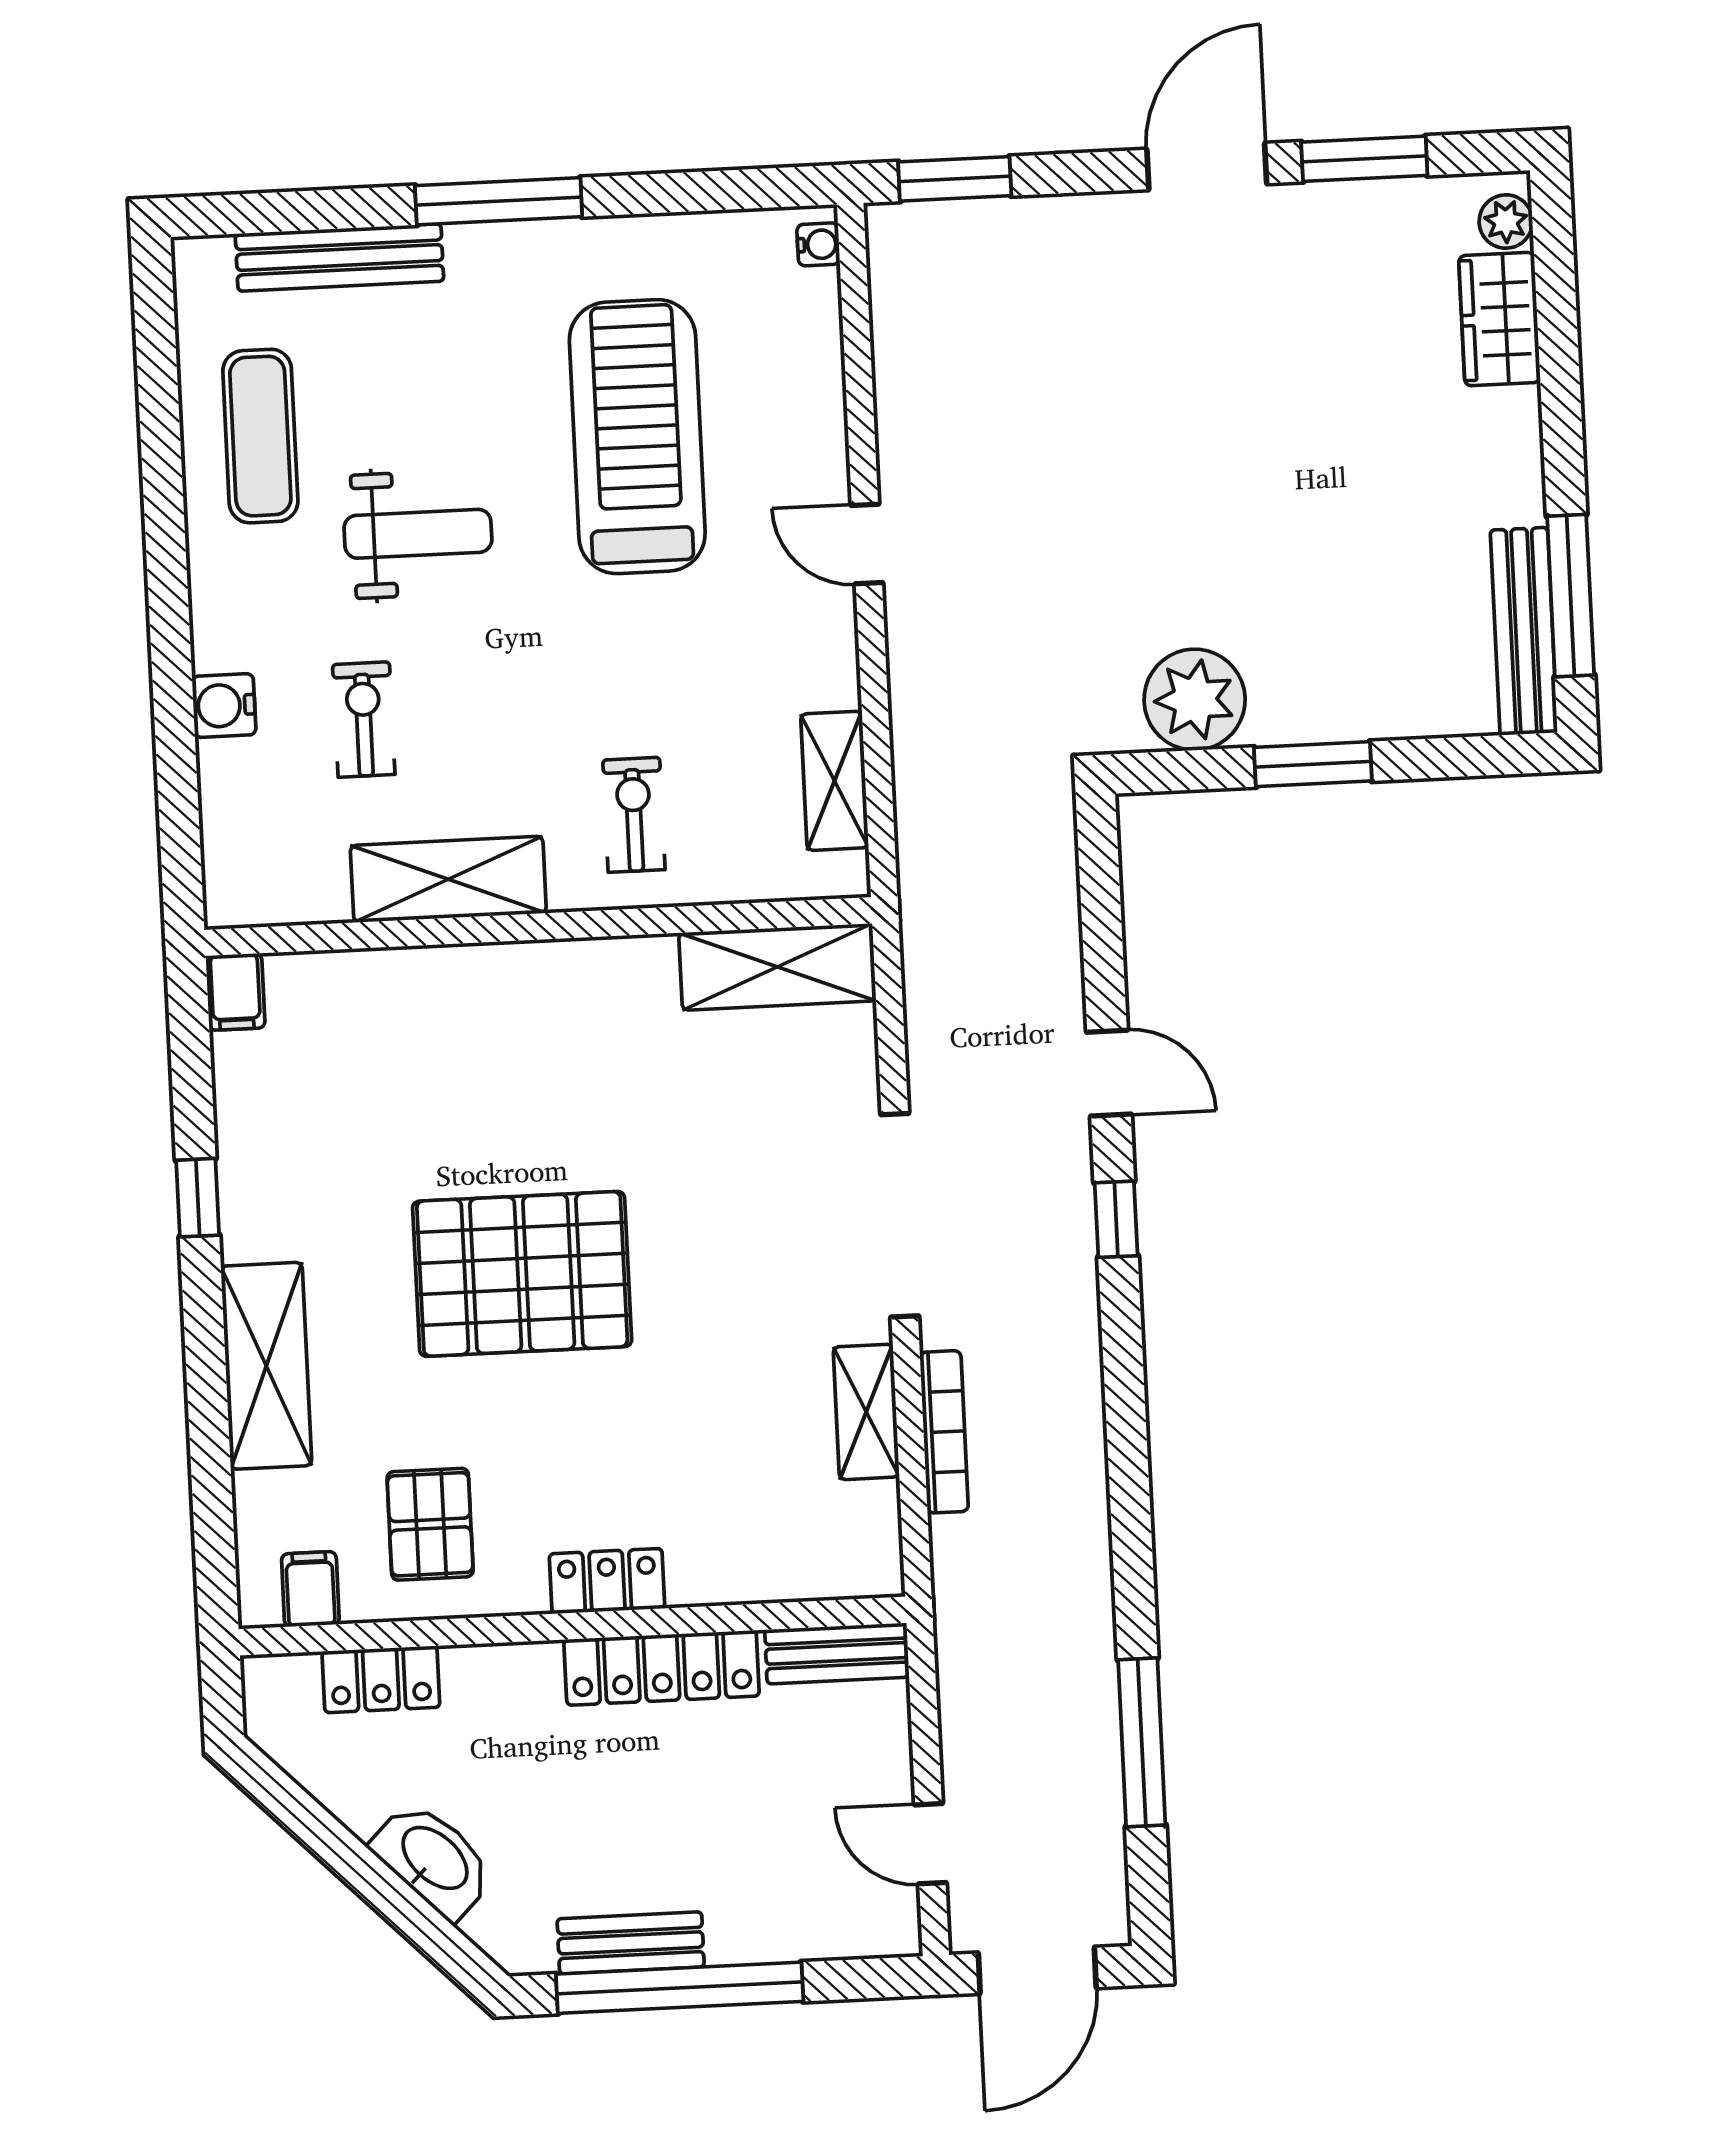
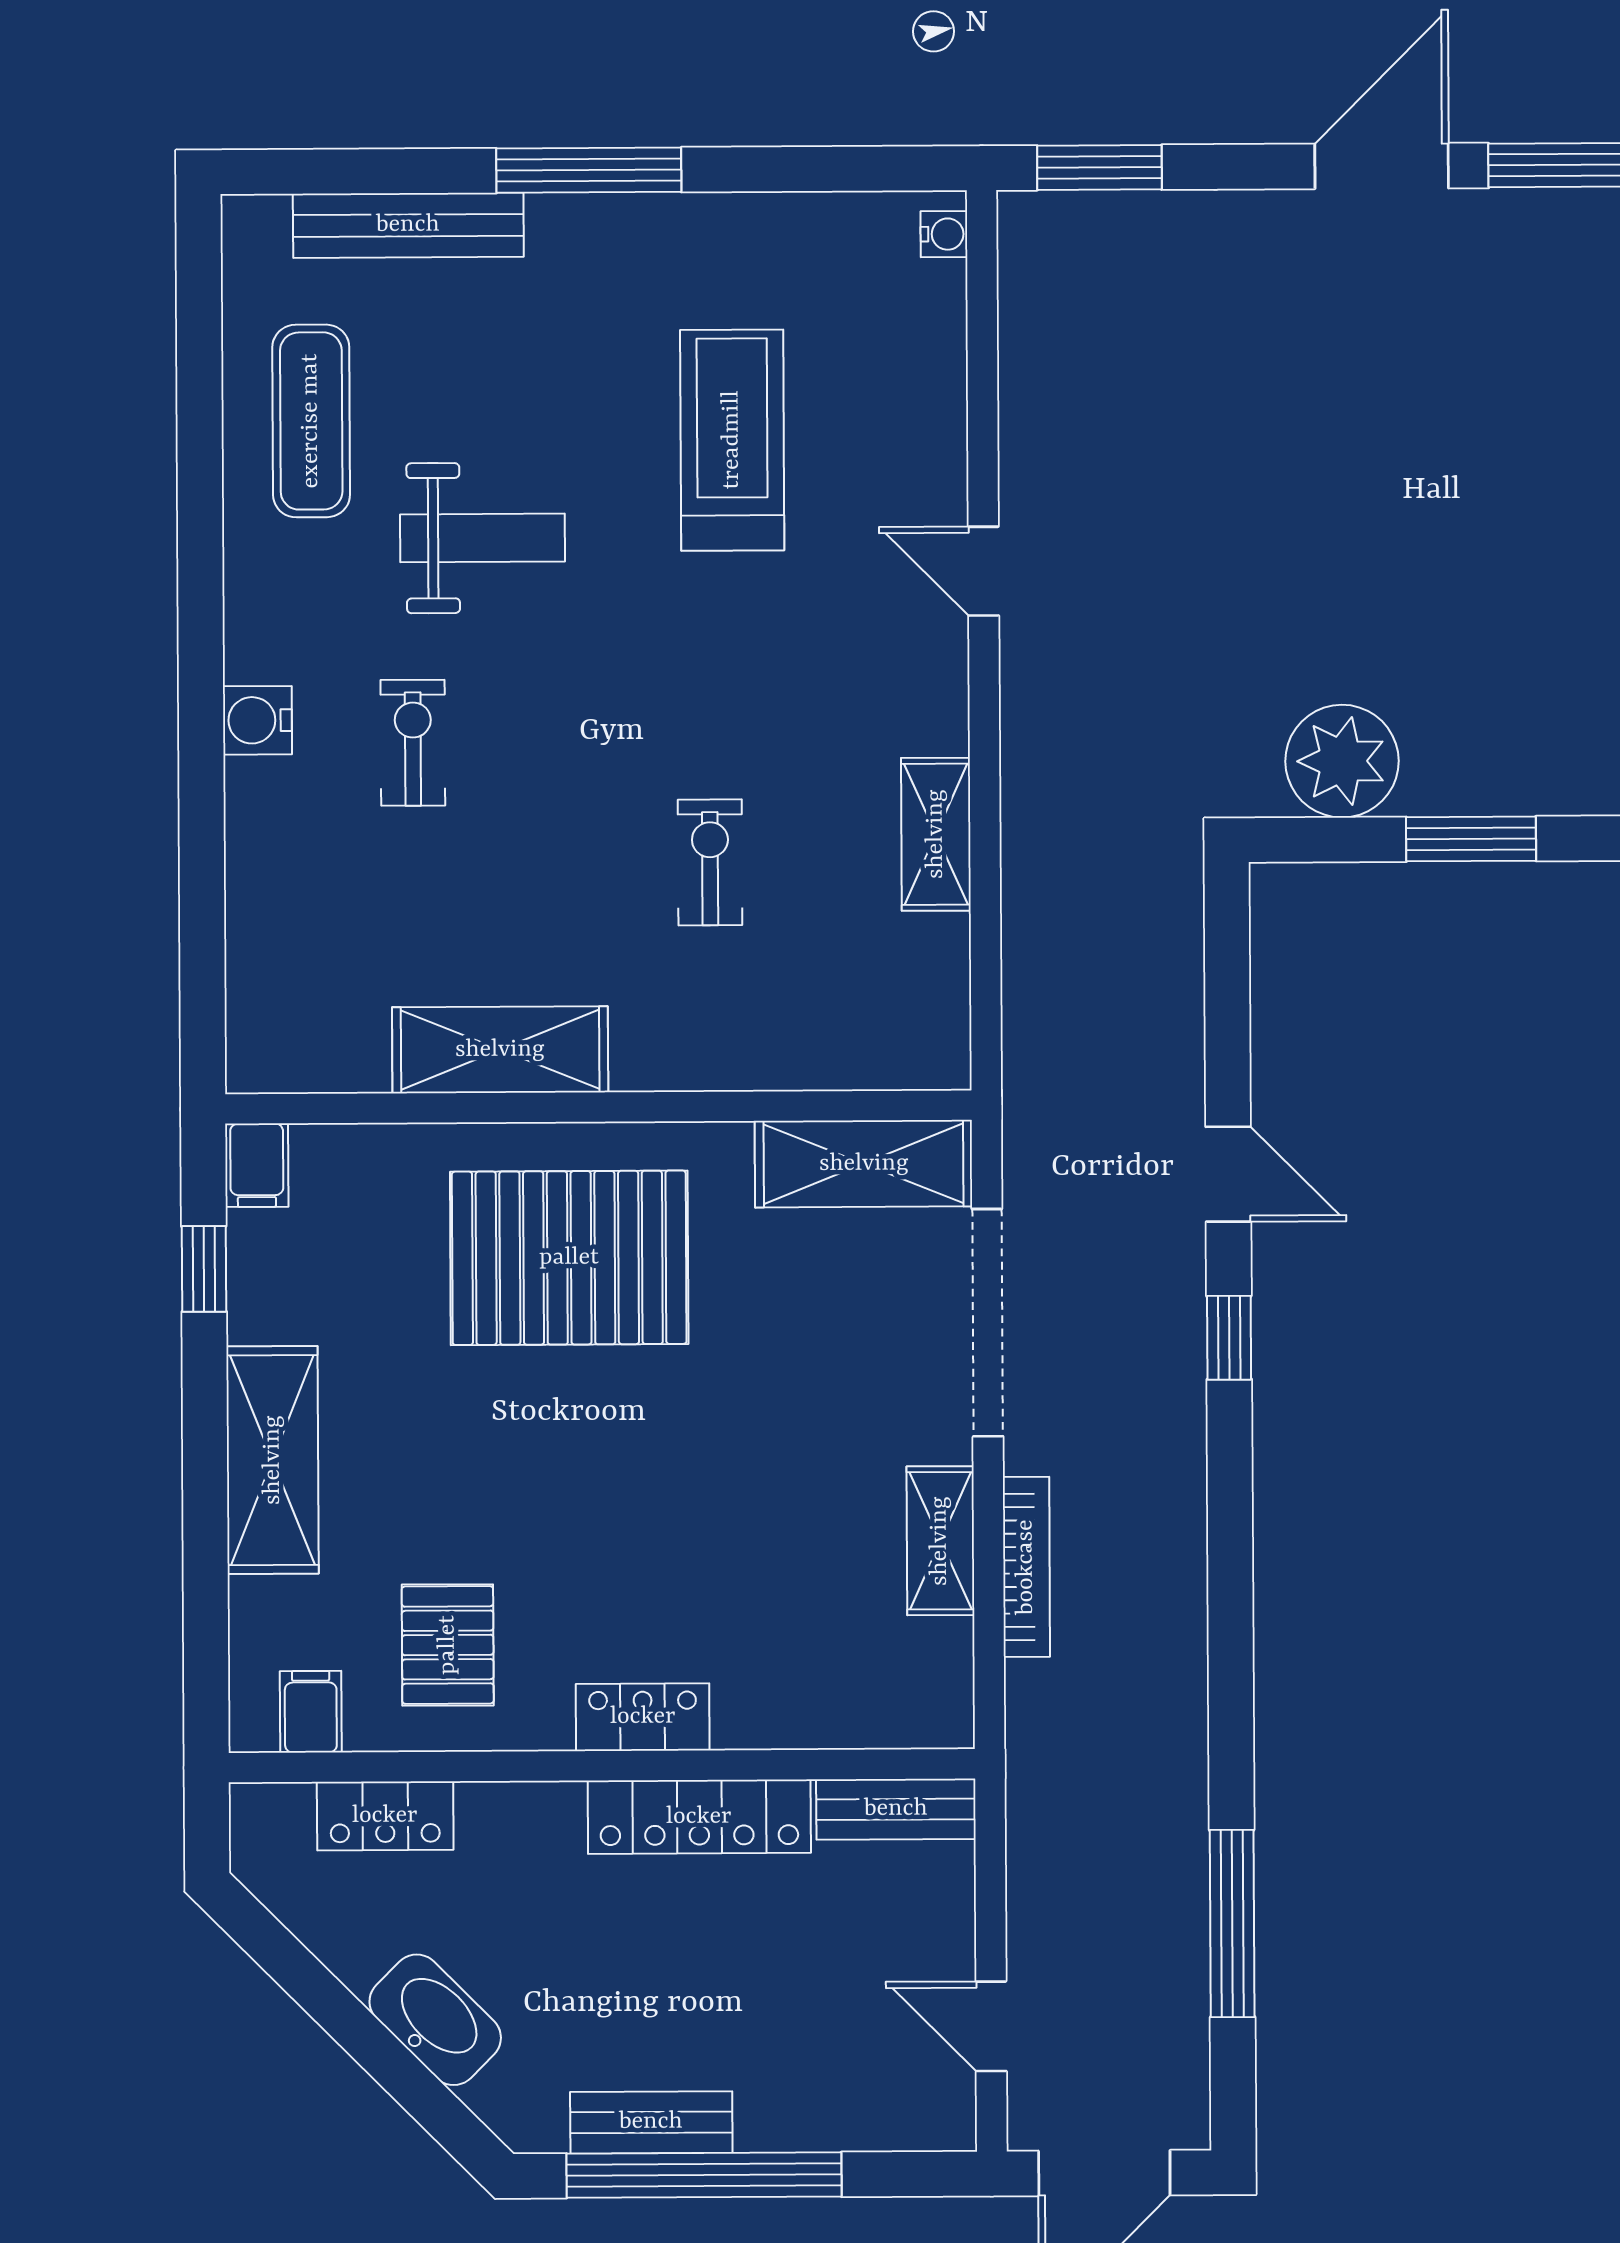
treadmill: (637, 437) -> (732, 440), width x0.73, depth x0.73
shelving: (448, 879) -> (500, 1050), moved
wall: (538, 927) -> (598, 1107), moved
shelving: (777, 967) -> (864, 1164), moved
filing cabinet: (235, 992) -> (257, 1165), moved
pallet: (522, 1274) -> (569, 1258), moved

